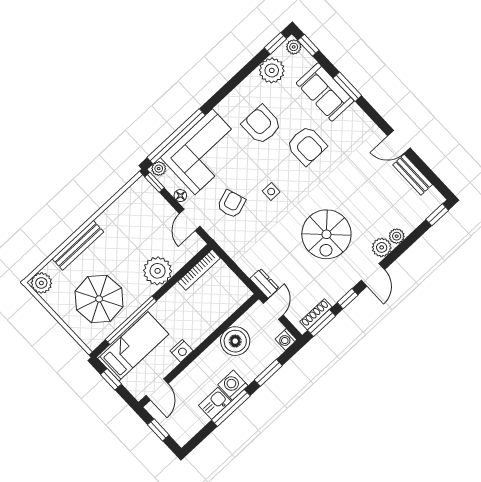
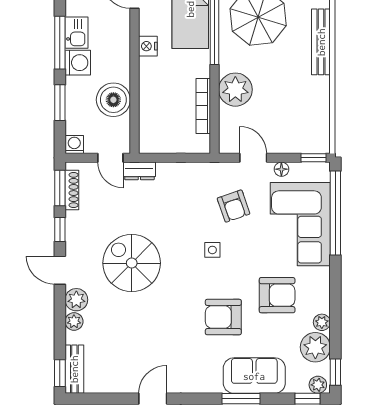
plant: (159, 169) -> (322, 322), moved
bench: (413, 175) -> (74, 369), moved, turned 90
bookcase: (199, 270) -> (203, 106), moved

